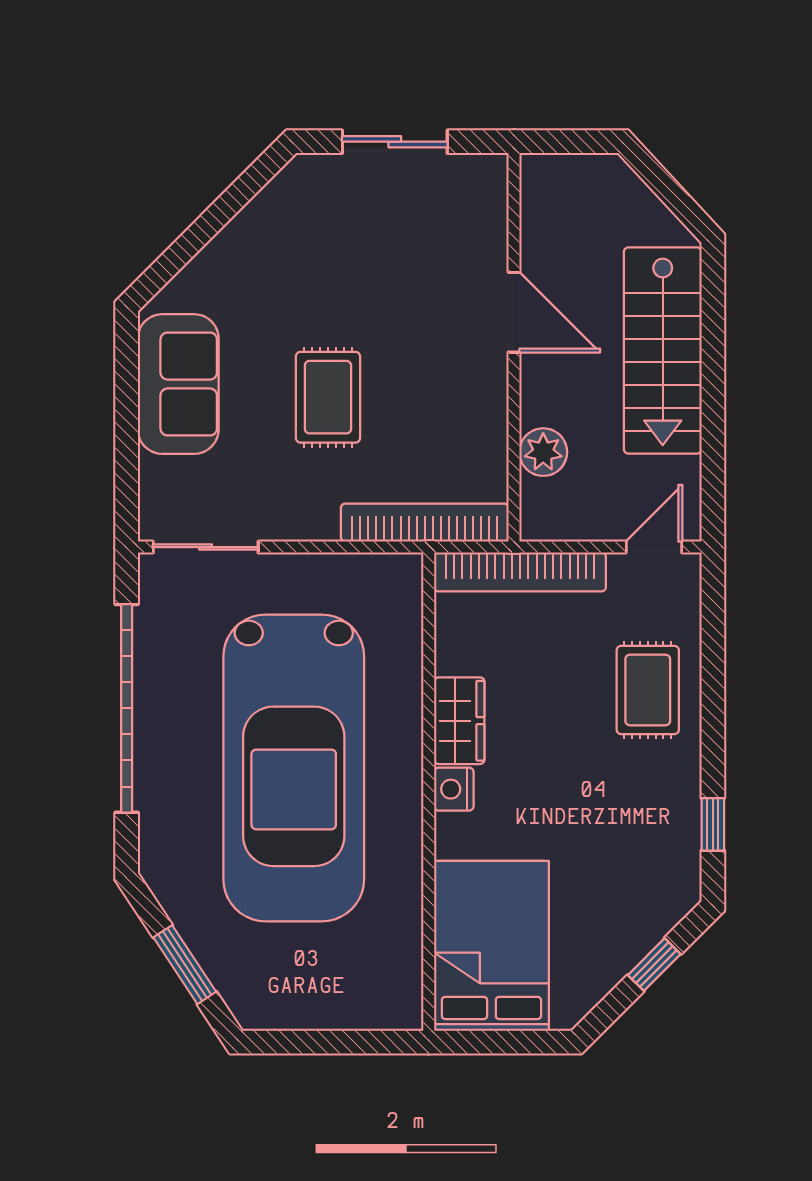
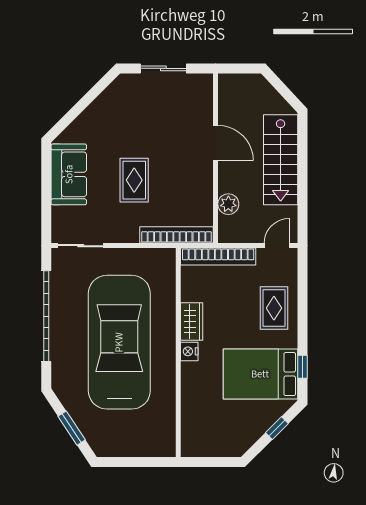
car: (294, 768) -> (119, 342), turned 180
bed: (491, 946) -> (260, 374), moved, turned -90

